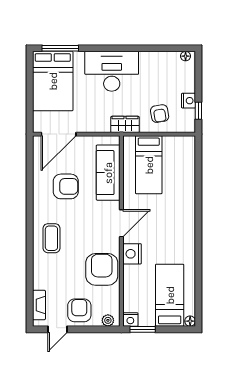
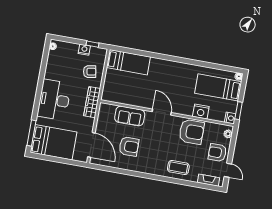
wardrobe: (125, 124) -> (92, 102), width x1.50
bed: (149, 165) -> (128, 62), moved
sofa: (108, 173) -> (130, 116), width x0.73
armchair: (66, 186) -> (129, 146), turned 90
coffee table: (51, 238) -> (178, 168), moved
nightstand: (132, 254) -> (201, 111), moved
armchair: (102, 269) -> (191, 132), turned 180

